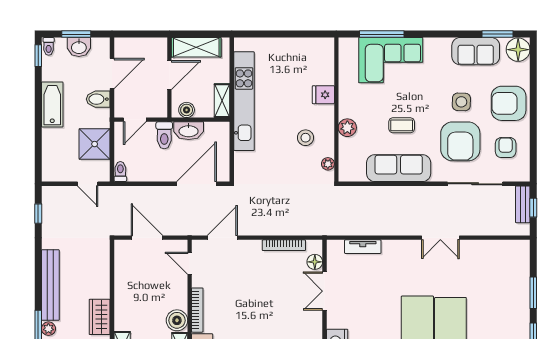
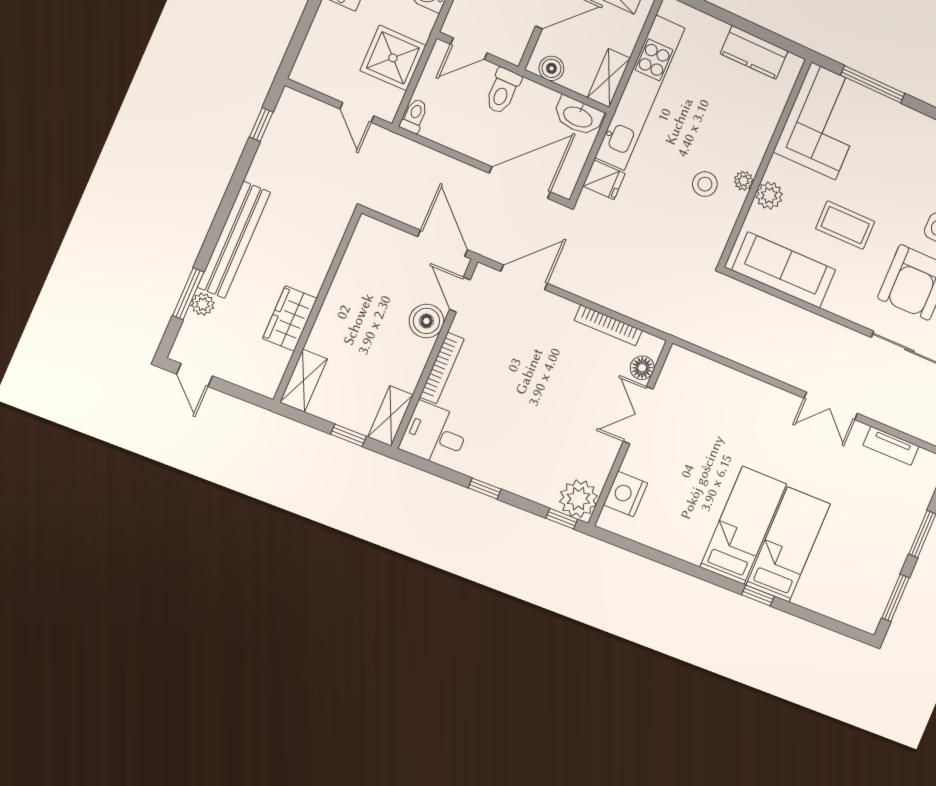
kitchen counter: (301, 47) -> (754, 52), added
corner sofa: (391, 60) -> (823, 121), moved, turned -90
fridge: (323, 95) -> (604, 180), moved, turned 180
coffee table: (402, 125) -> (845, 225), width x1.36, depth x1.30
washbasin: (189, 131) -> (578, 116), moved
plant: (328, 164) -> (744, 181), moved
sofa: (399, 168) -> (784, 270), moved
door: (147, 238) -> (443, 243), moved
tv unit: (363, 247) -> (891, 446), moved
boiler: (177, 320) -> (426, 321), moved

